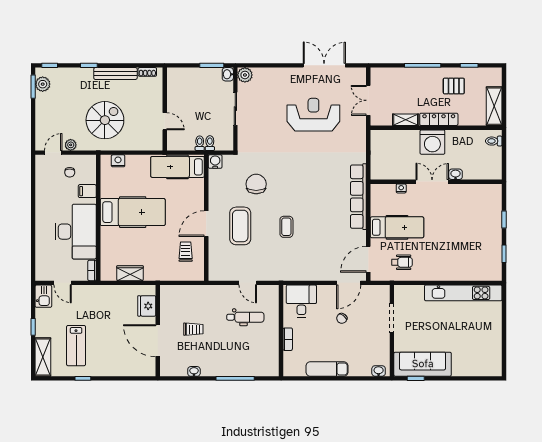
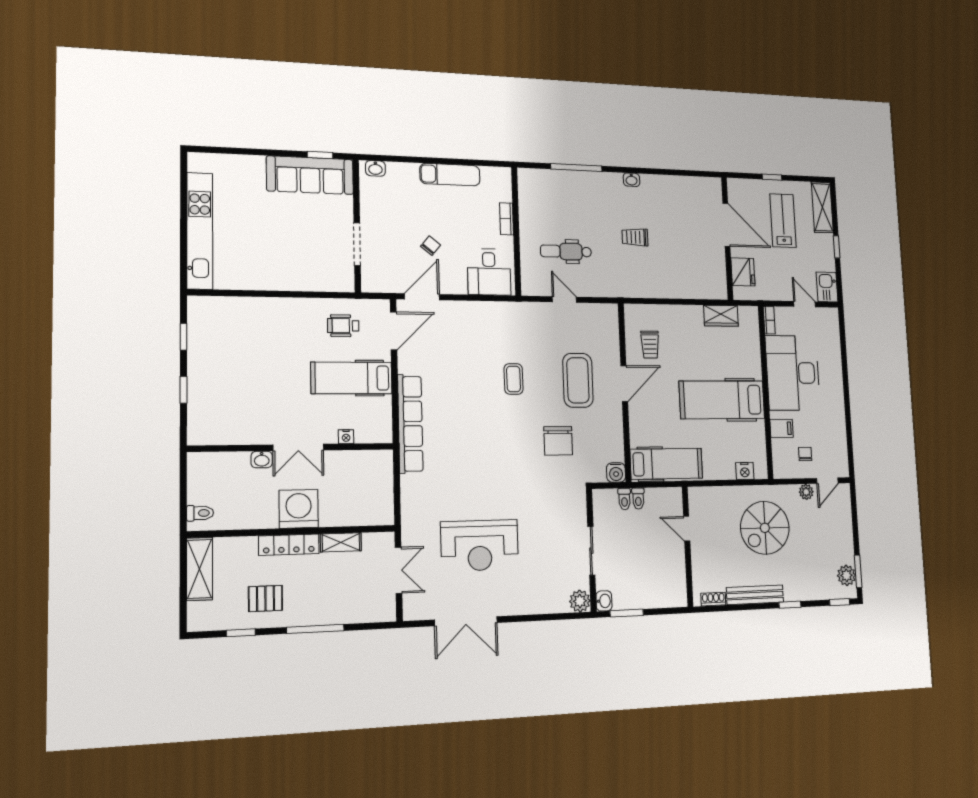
kitchen unit: (463, 293) -> (200, 231), moved, turned 90
fridge: (147, 306) -> (743, 272), moved
wall: (158, 331) -> (727, 238), moved
door: (158, 341) -> (726, 225), moved

